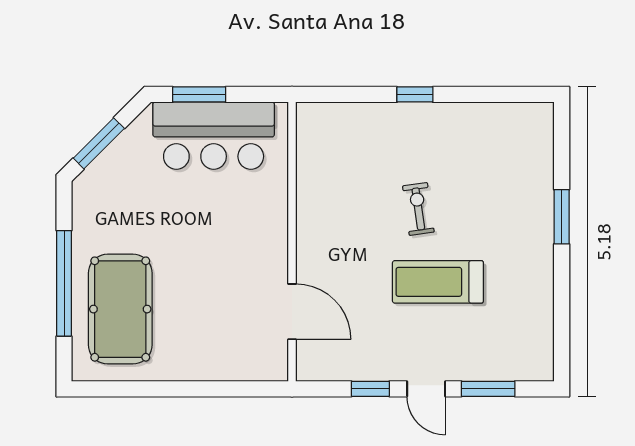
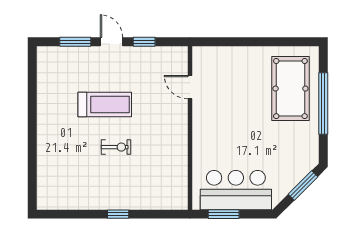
window: (199, 94) -> (224, 214), moved
exercise bike: (418, 209) -> (116, 147), turned -82
window: (562, 217) -> (32, 143), removed
door: (292, 312) -> (190, 87), width x0.73

